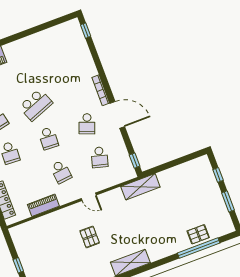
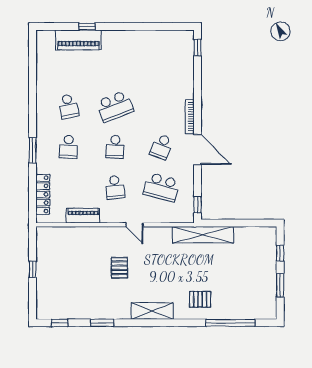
school desk: (99, 157) -> (162, 187), width x1.85
shelving: (140, 187) -> (203, 235), width x1.47
pallet: (198, 234) -> (200, 299), moved

